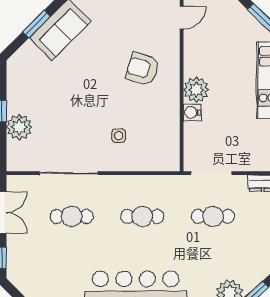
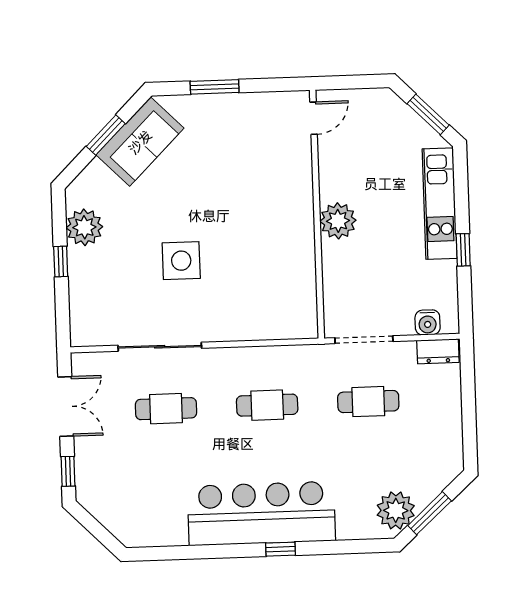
armchair: (143, 69) -> (260, 194), removed
water cooler: (192, 112) -> (428, 322), moved, turned -90
plant: (19, 127) -> (84, 227), moved
side table: (119, 136) -> (181, 261), moved, width x1.87, depth x1.87

